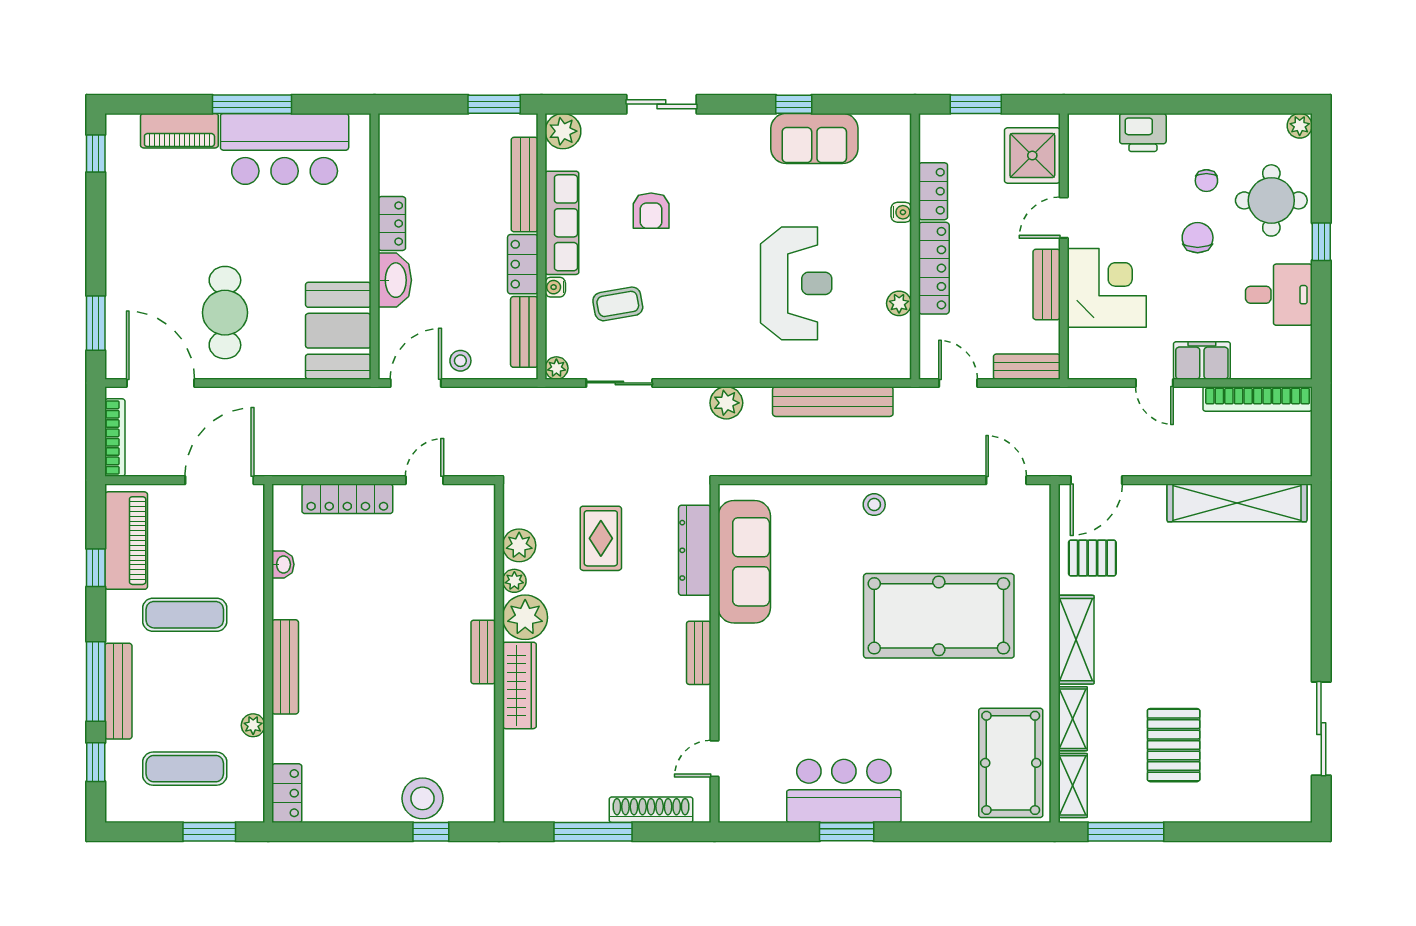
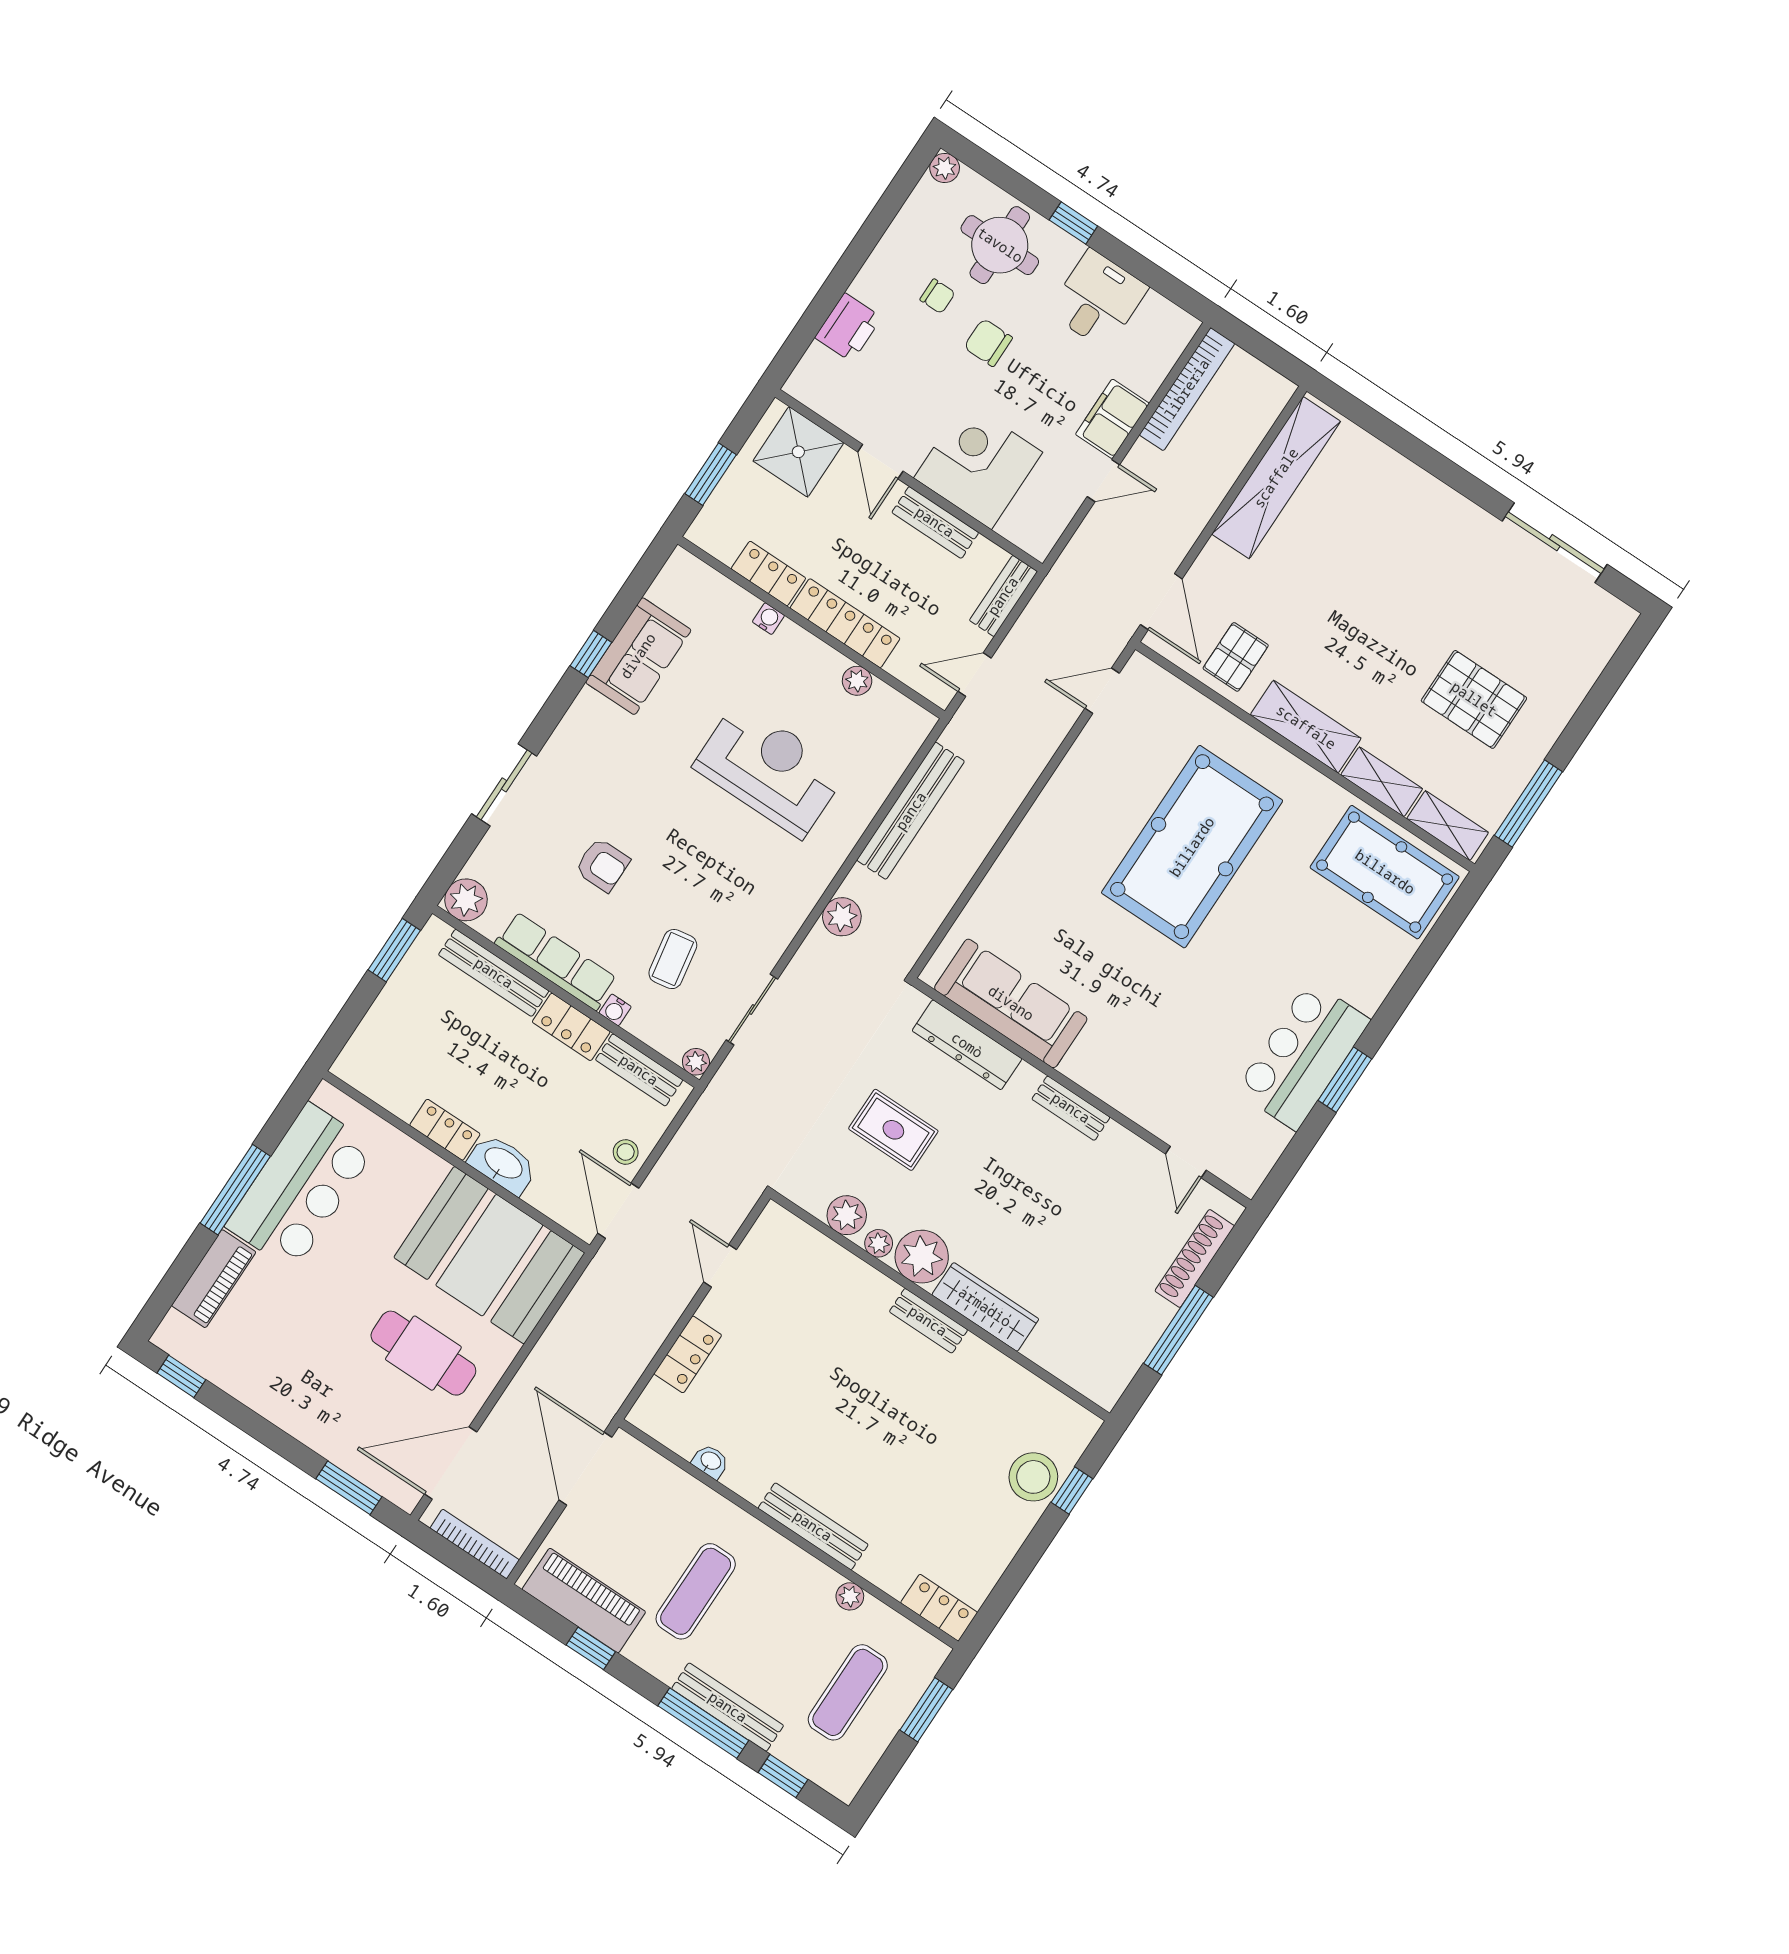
booth: (338, 331) -> (489, 1255), width x1.36, depth x1.42
locker: (347, 499) -> (688, 1354), width x0.66
stool: (874, 505) -> (1040, 837), removed

